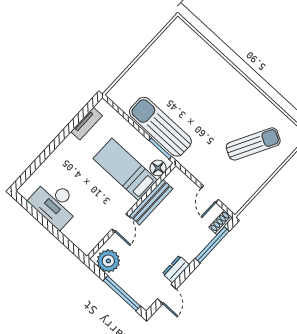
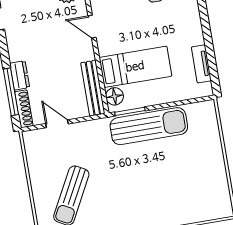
bench: (151, 202) -> (93, 88), moved
shoe rack: (221, 222) -> (24, 109), width x1.43
dresser: (176, 269) -> (20, 75), moved

